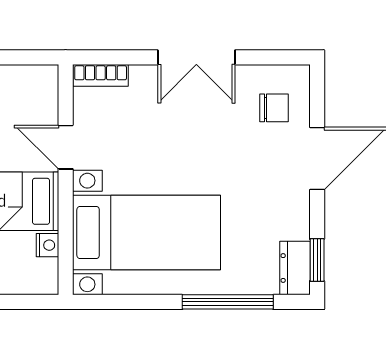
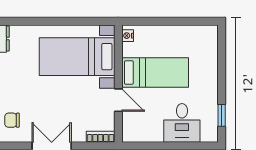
nightstand: (47, 245) -> (128, 36), moved
window: (228, 302) -> (36, 21), removed

